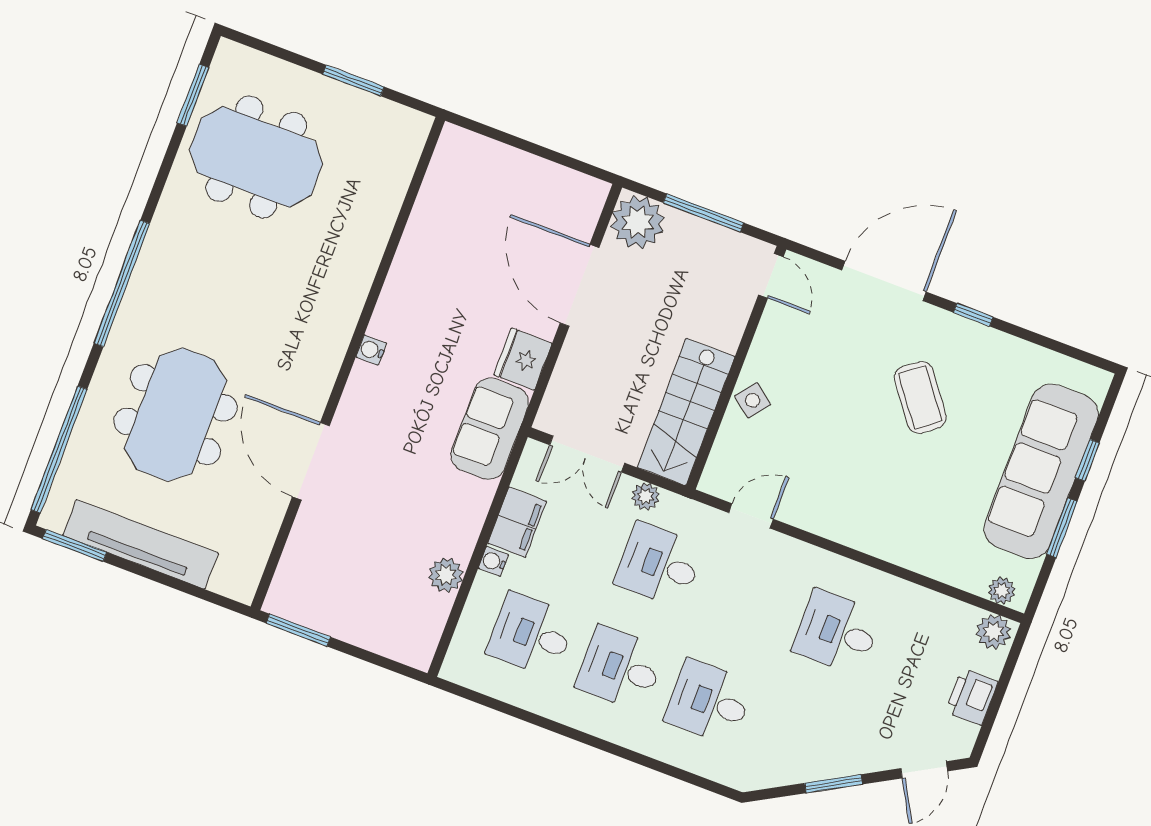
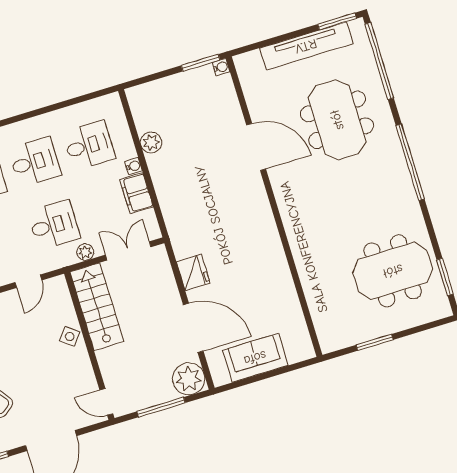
water cooler: (371, 350) -> (221, 67), moved
sofa: (490, 429) -> (255, 358), moved, turned -90

